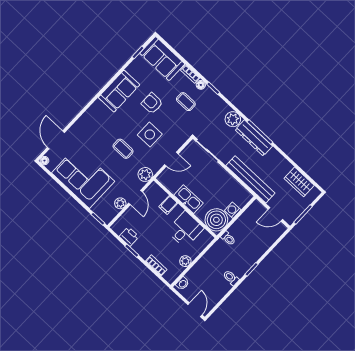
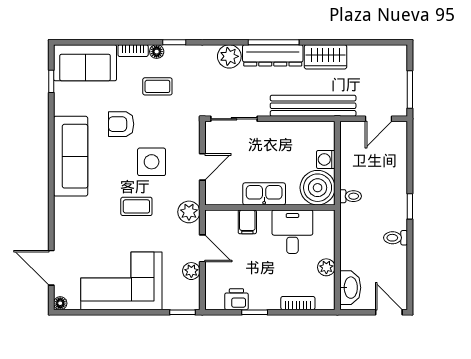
sofa: (119, 91) -> (71, 156), width x1.36
wardrobe: (299, 182) -> (326, 57), moved
washbasin: (182, 284) -> (350, 288), width x1.91, depth x1.45

